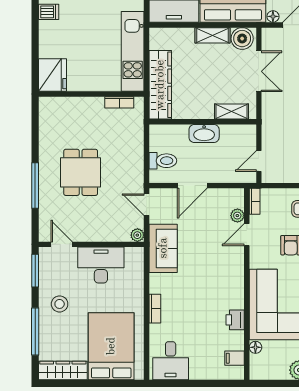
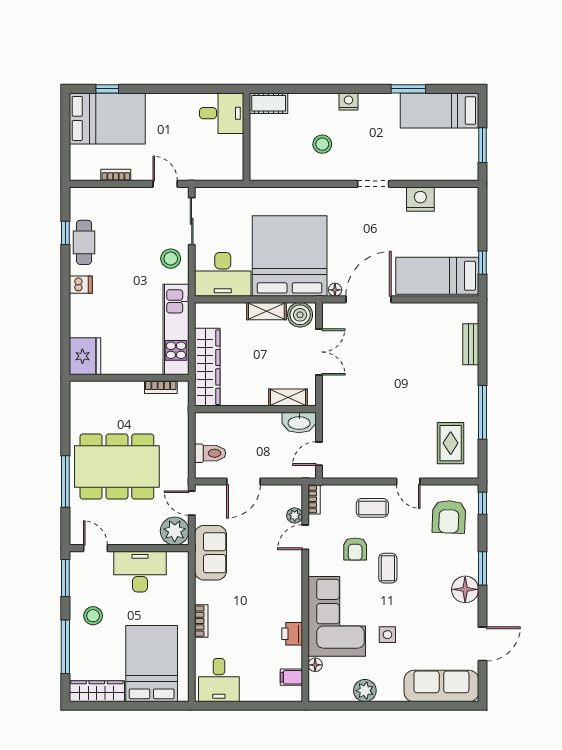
washbasin: (204, 133) -> (299, 422), moved
dining table: (81, 172) -> (117, 467), width x1.88, depth x1.24
plant: (137, 235) -> (175, 531), width x1.87, depth x1.87

